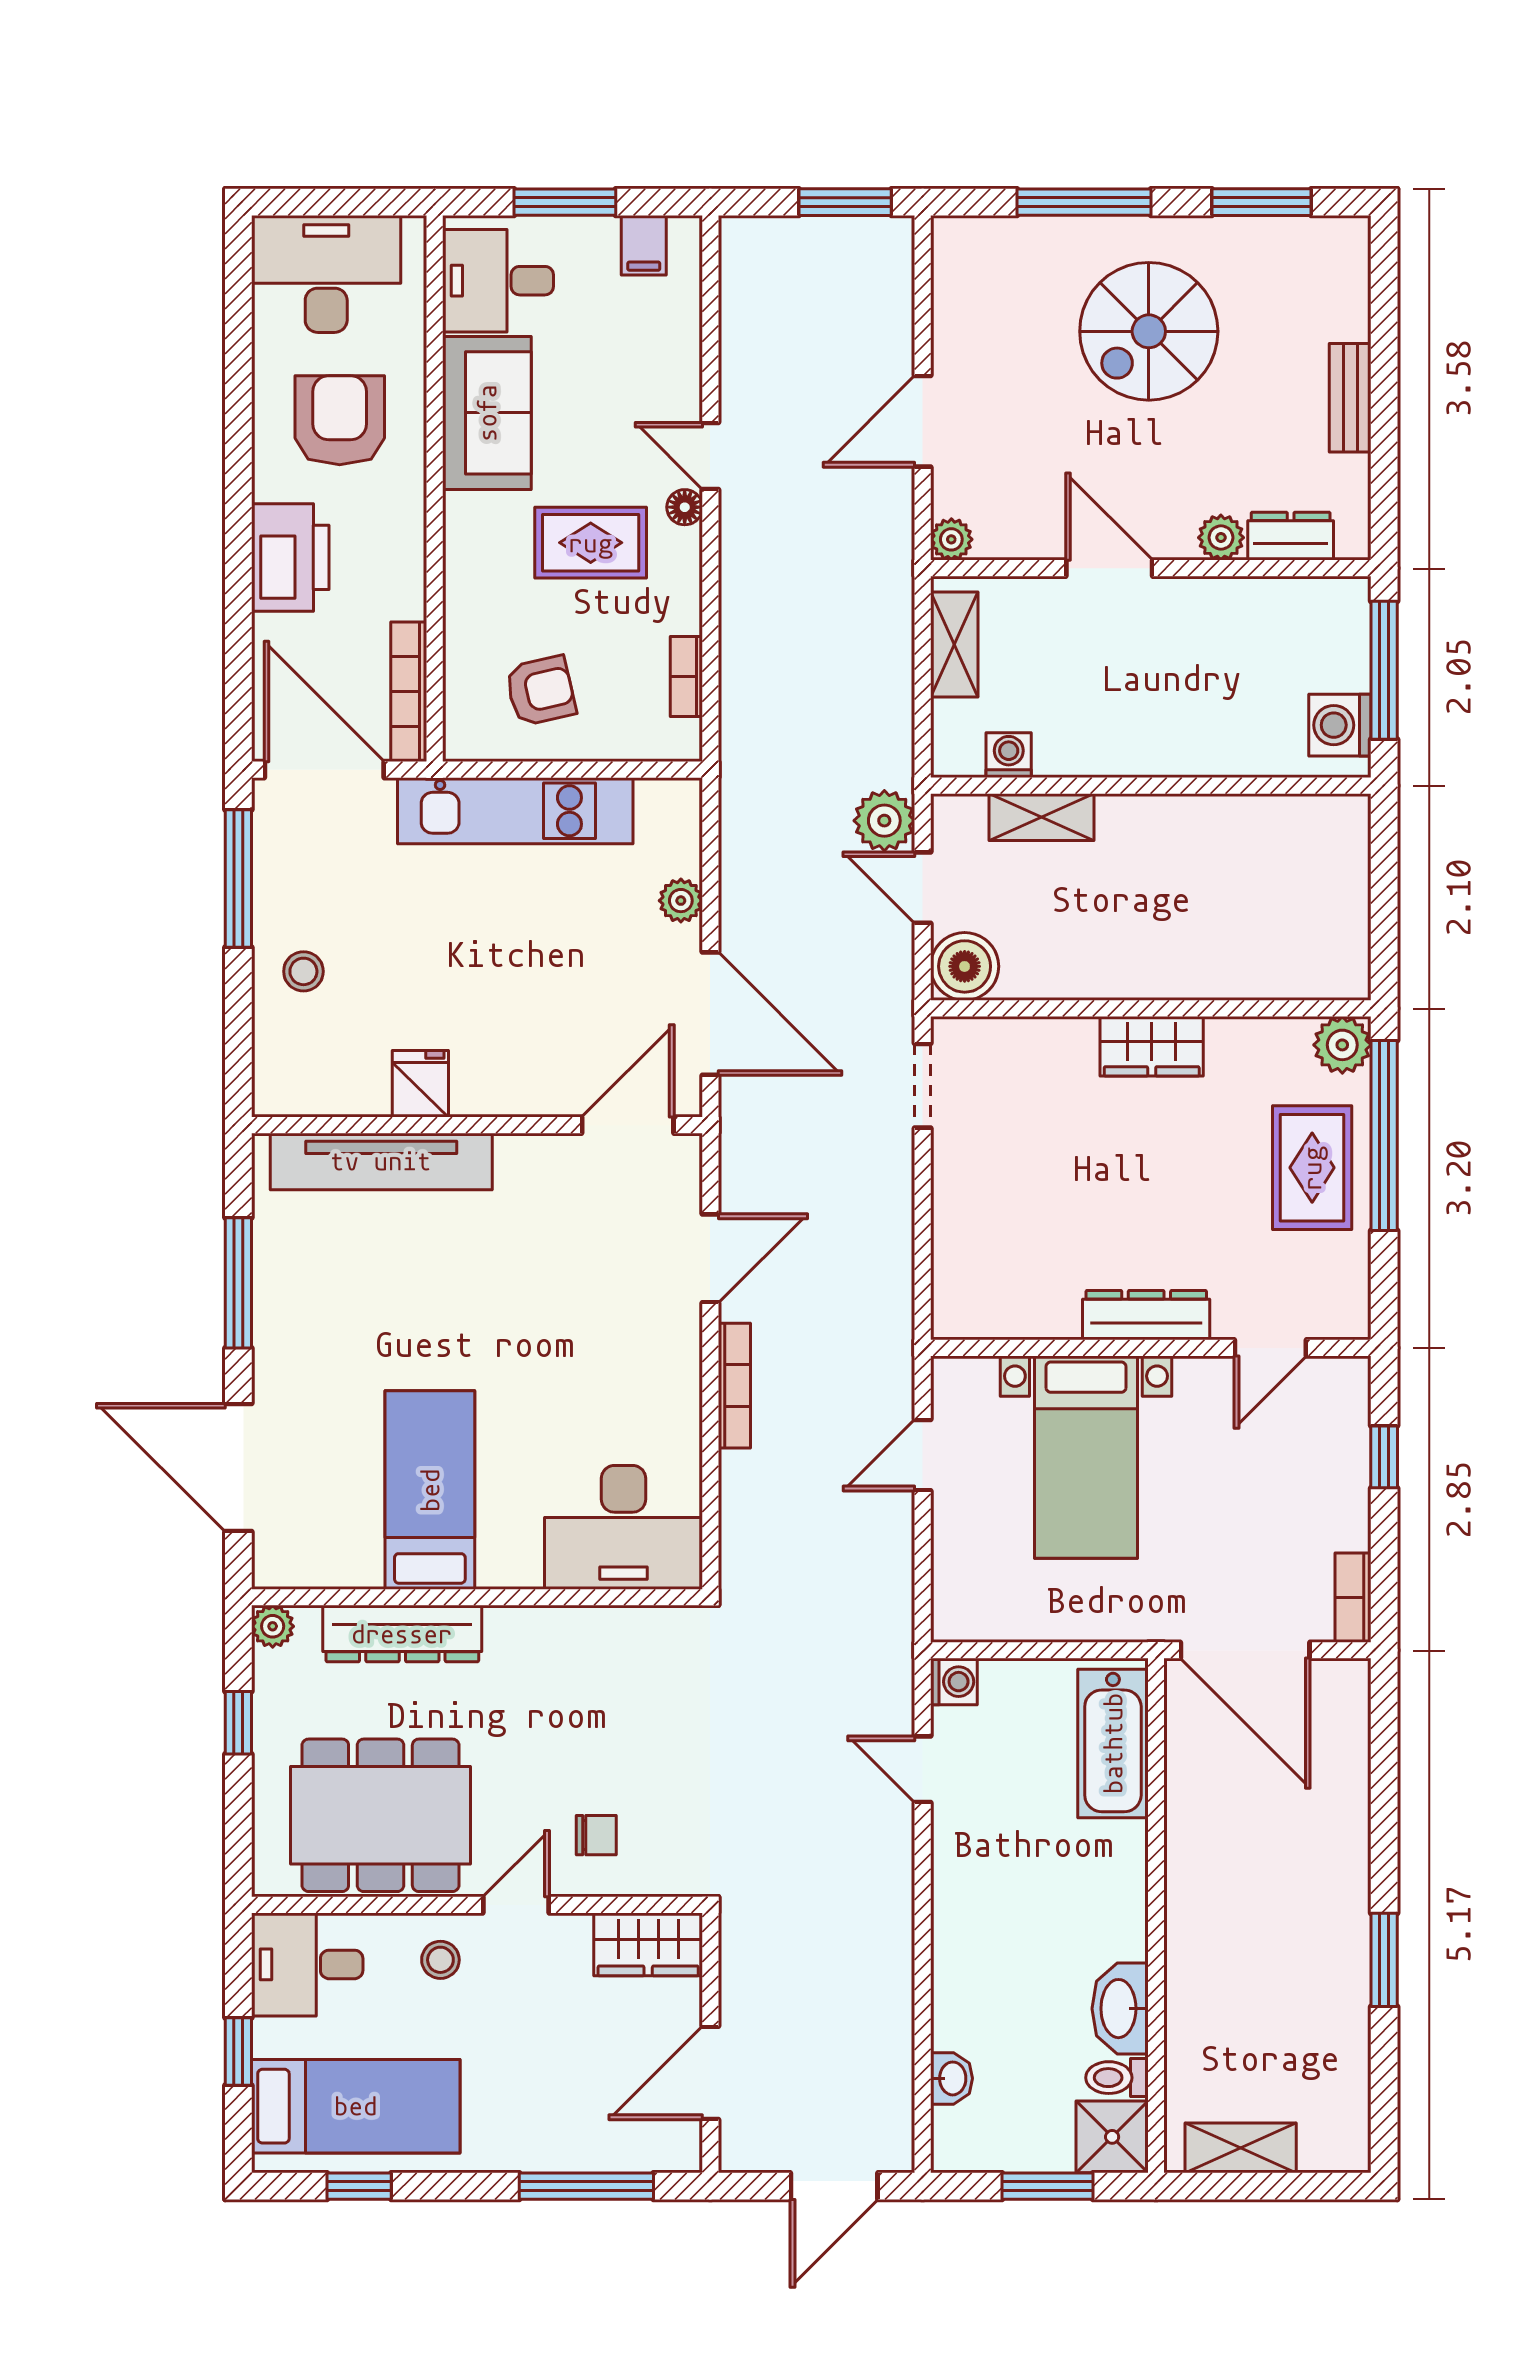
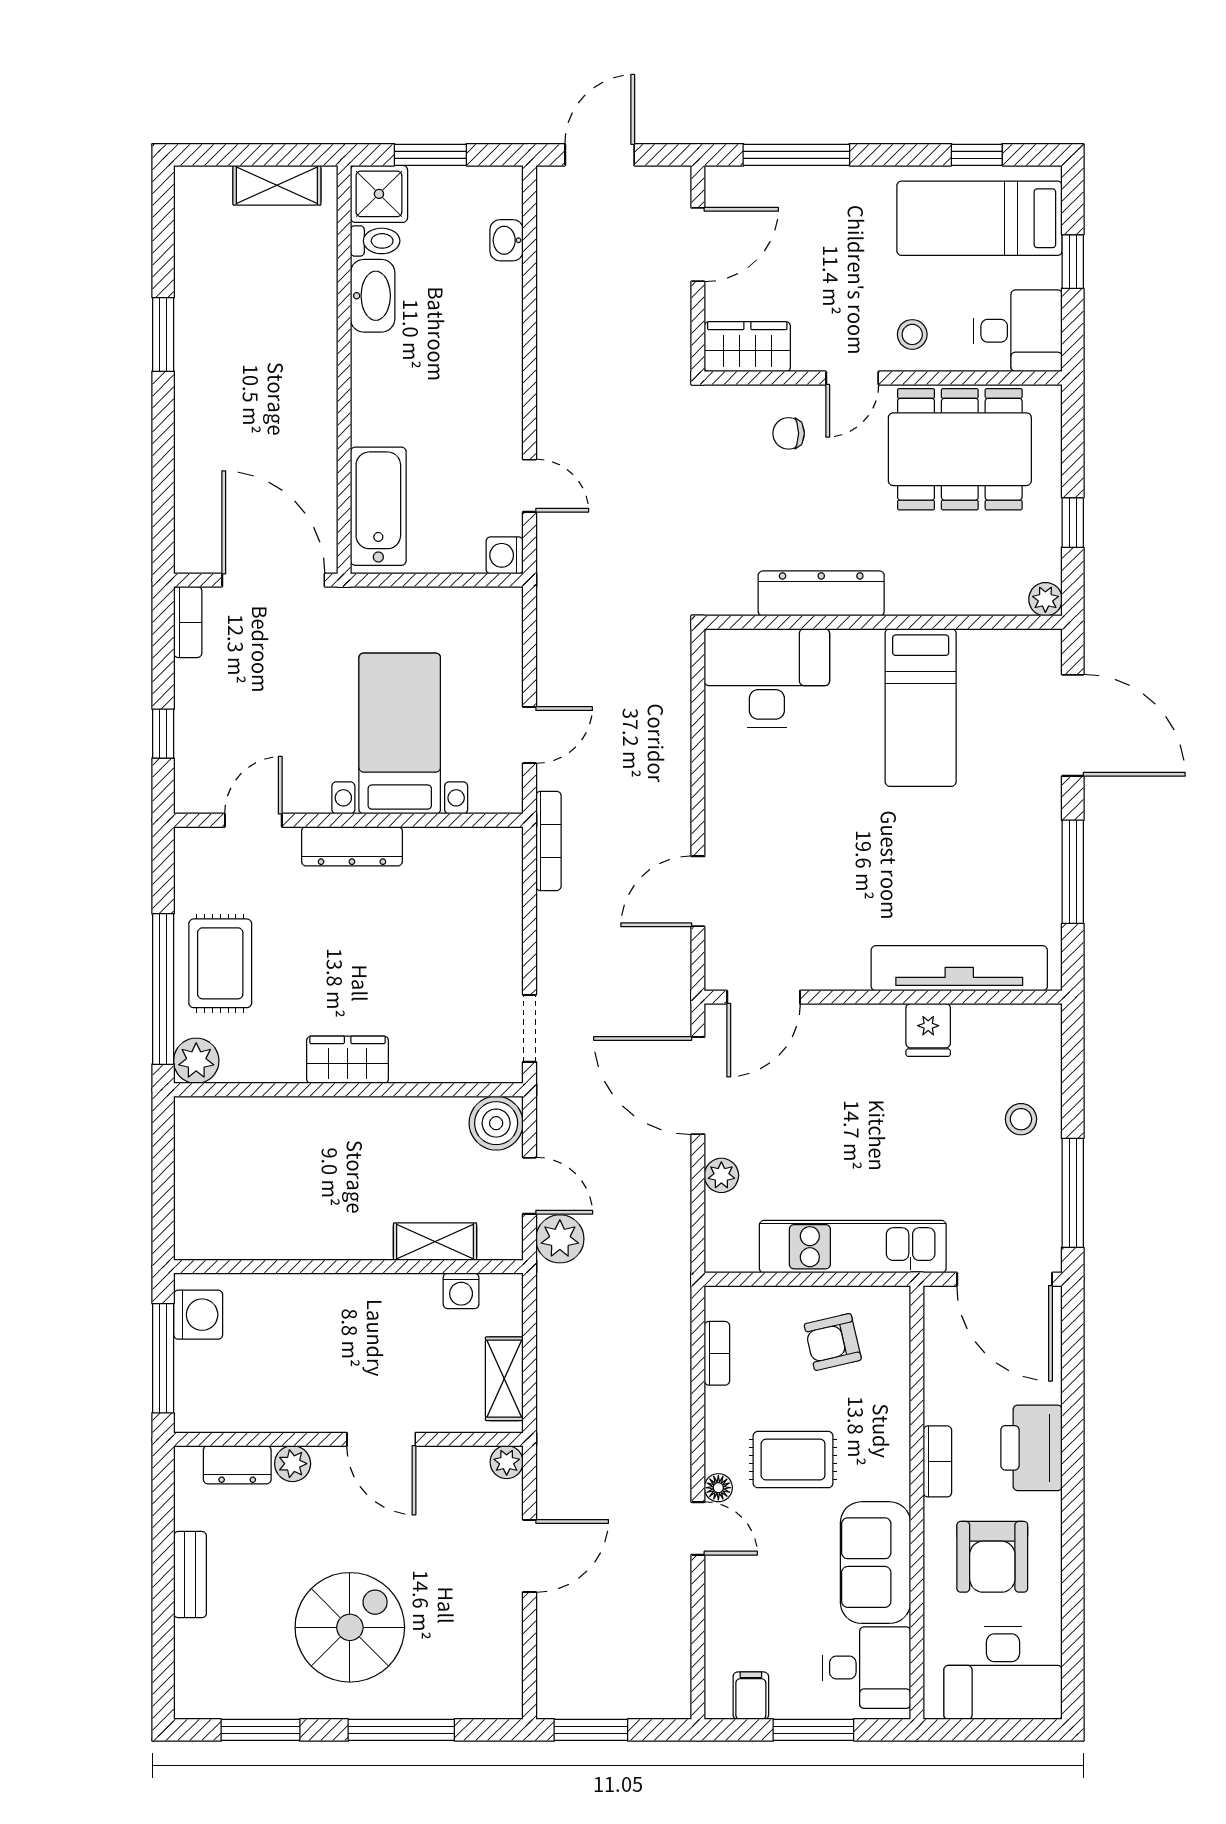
bookcase: (409, 692) -> (937, 1461), moved, width x0.64
bookcase: (734, 1386) -> (548, 841), moved, turned 180
dresser: (402, 1634) -> (821, 593), moved

